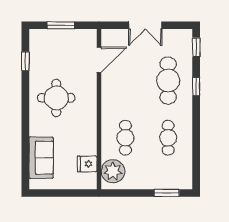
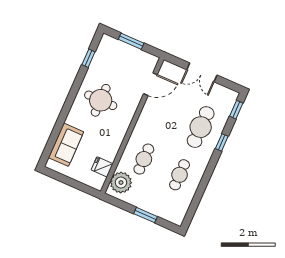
window: (167, 193) -> (145, 215), moved

